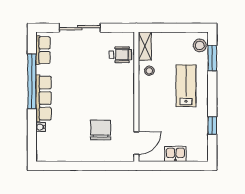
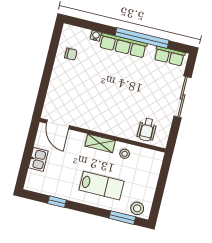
shelving: (145, 46) -> (100, 143), moved
chair: (101, 130) -> (71, 54), moved, width x0.54, depth x0.54

